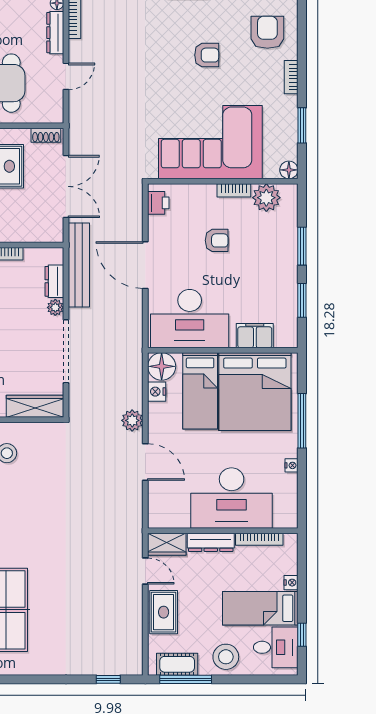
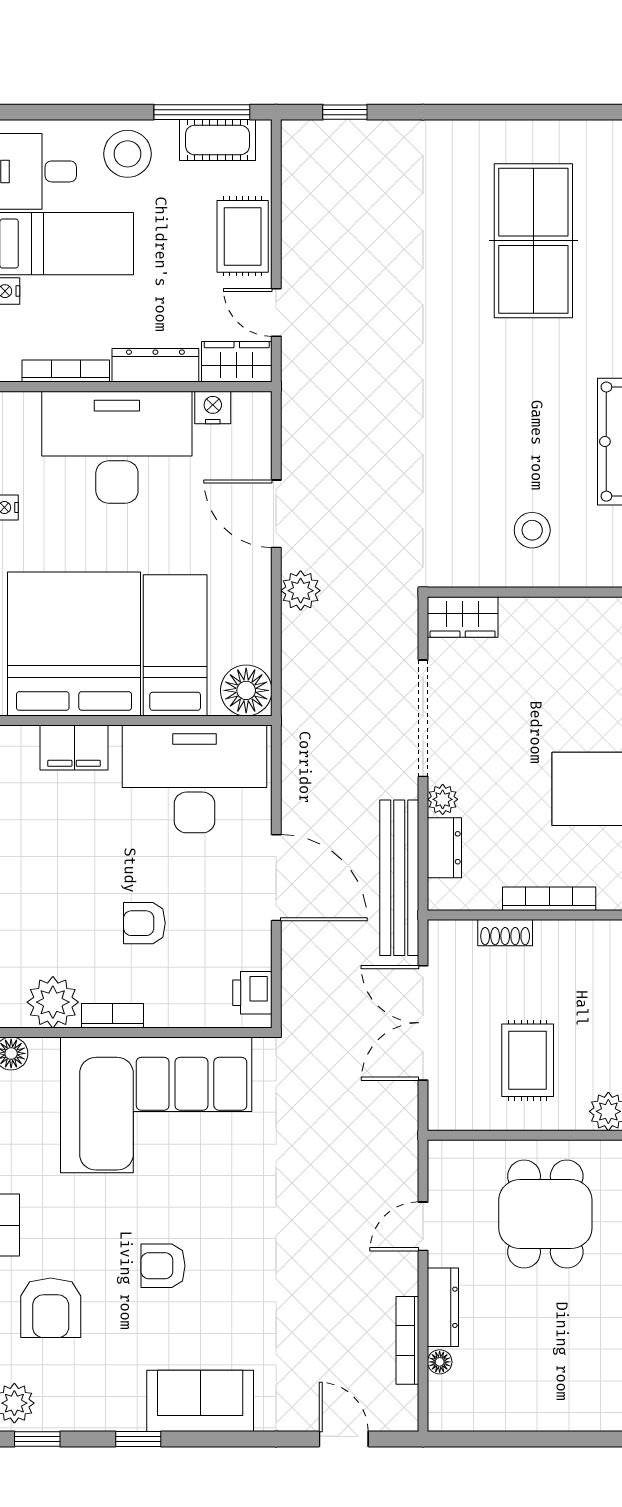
shoe rack: (46, 135) -> (505, 933), moved, turned 180
nightstand: (157, 392) -> (213, 408), moved, turned -90
wardrobe: (35, 406) -> (463, 617), width x0.67

